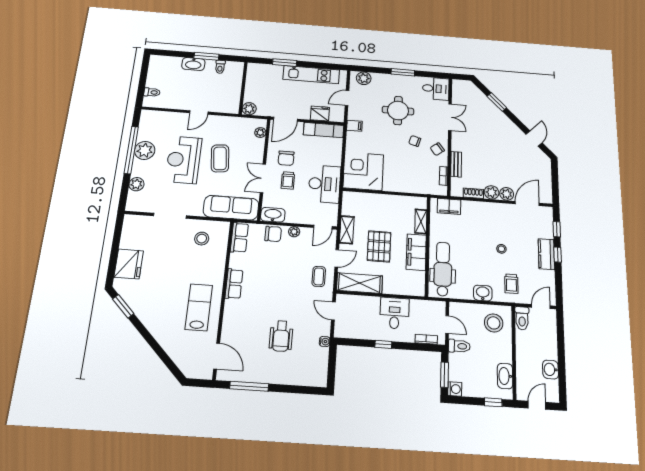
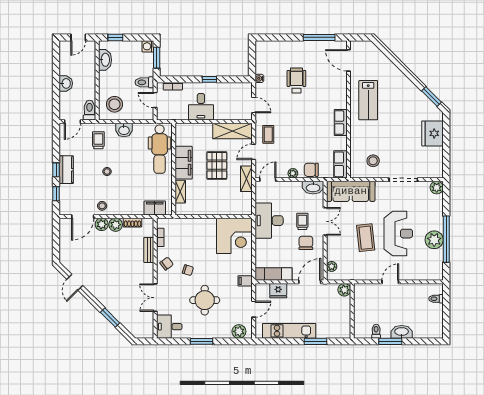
plant: (136, 184) -> (437, 188), moved
stool: (506, 213) -> (102, 206), added
washbasin: (551, 369) -> (66, 83), moved

